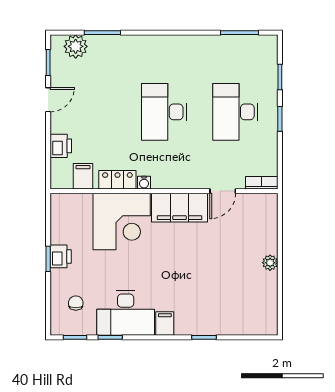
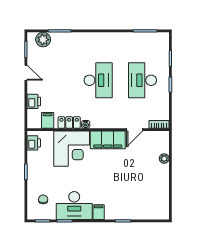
door: (48, 100) -> (26, 73), hinge flipped
desk: (164, 112) -> (98, 80), turned 180
printer: (61, 256) -> (34, 143), moved
plant: (270, 263) -> (164, 159), moved

